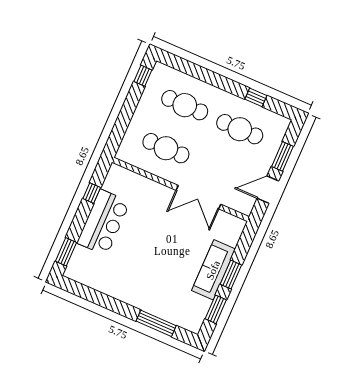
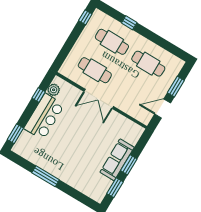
window: (256, 97) -> (129, 23), moved
plant: (112, 183) -> (54, 90), added
double door: (198, 197) -> (99, 99), moved
window: (156, 323) -> (46, 176), moved

